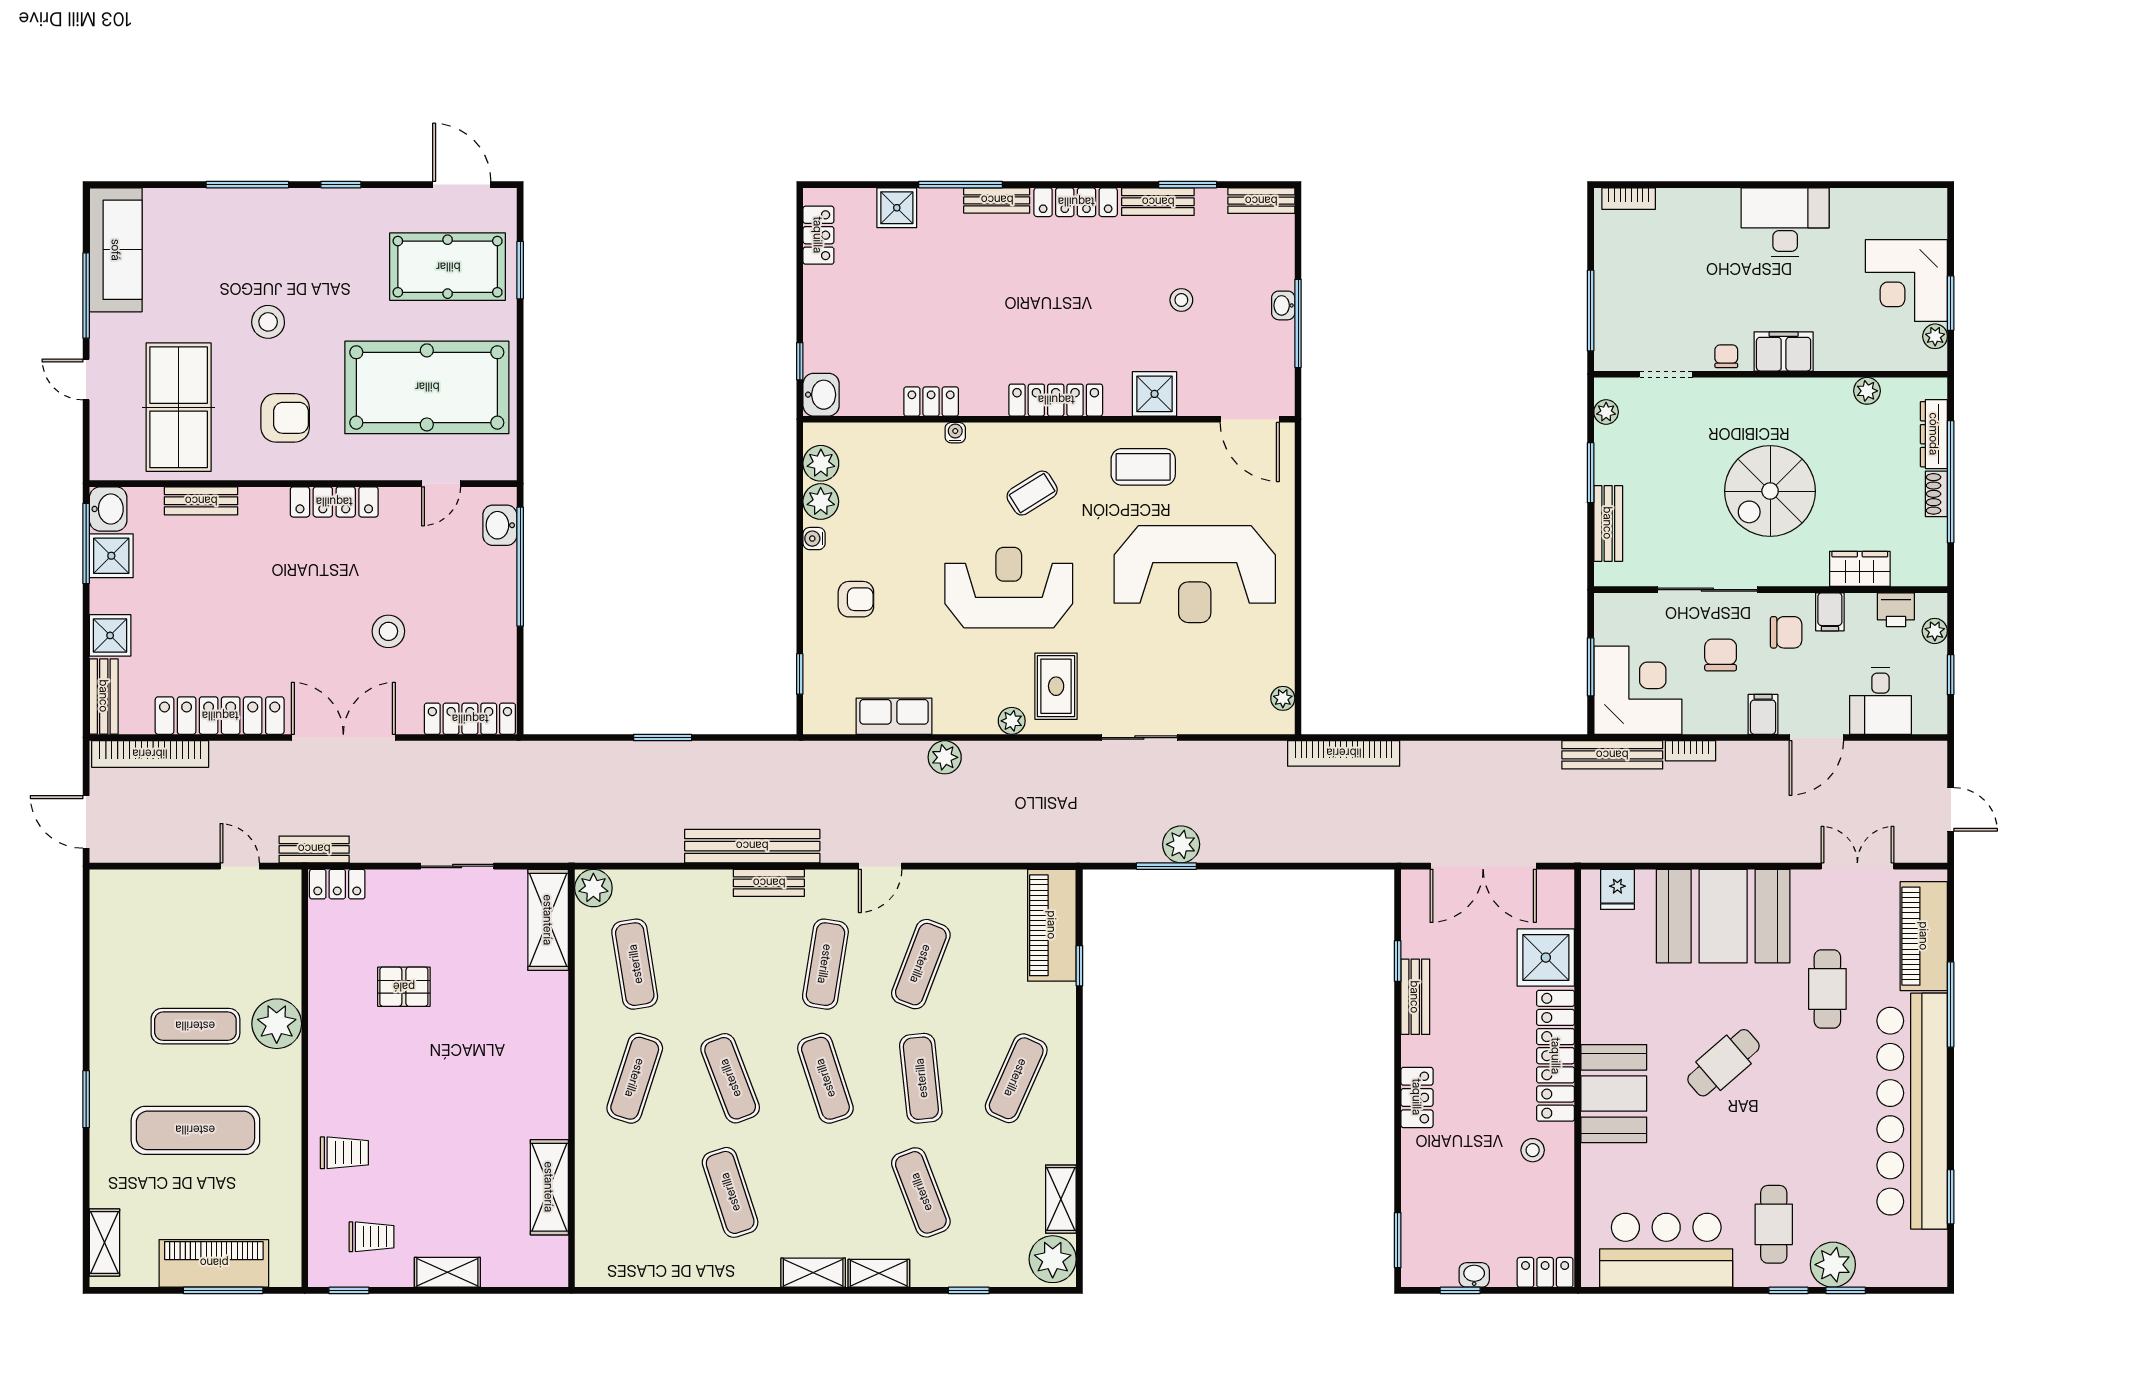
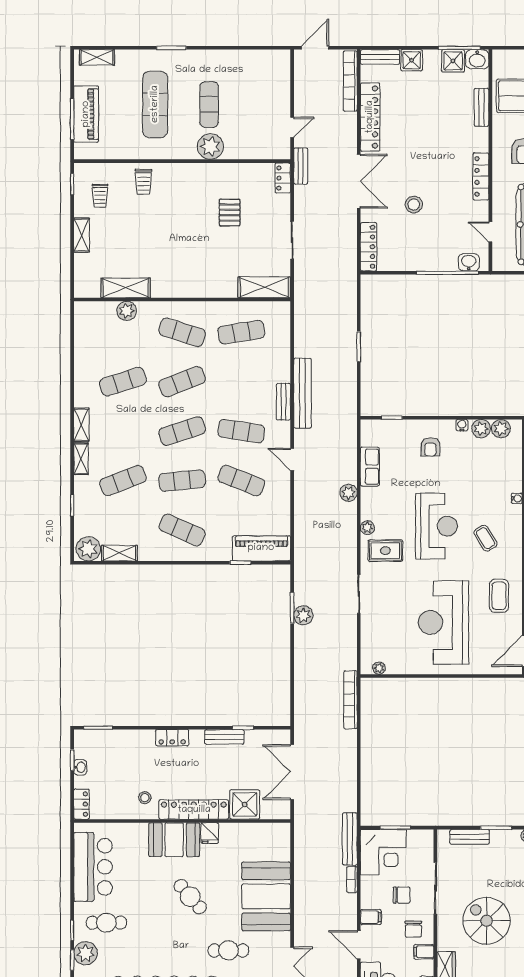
plant: (593, 888) -> (127, 311), moved
fridge: (1617, 889) -> (210, 833), moved, turned -90

